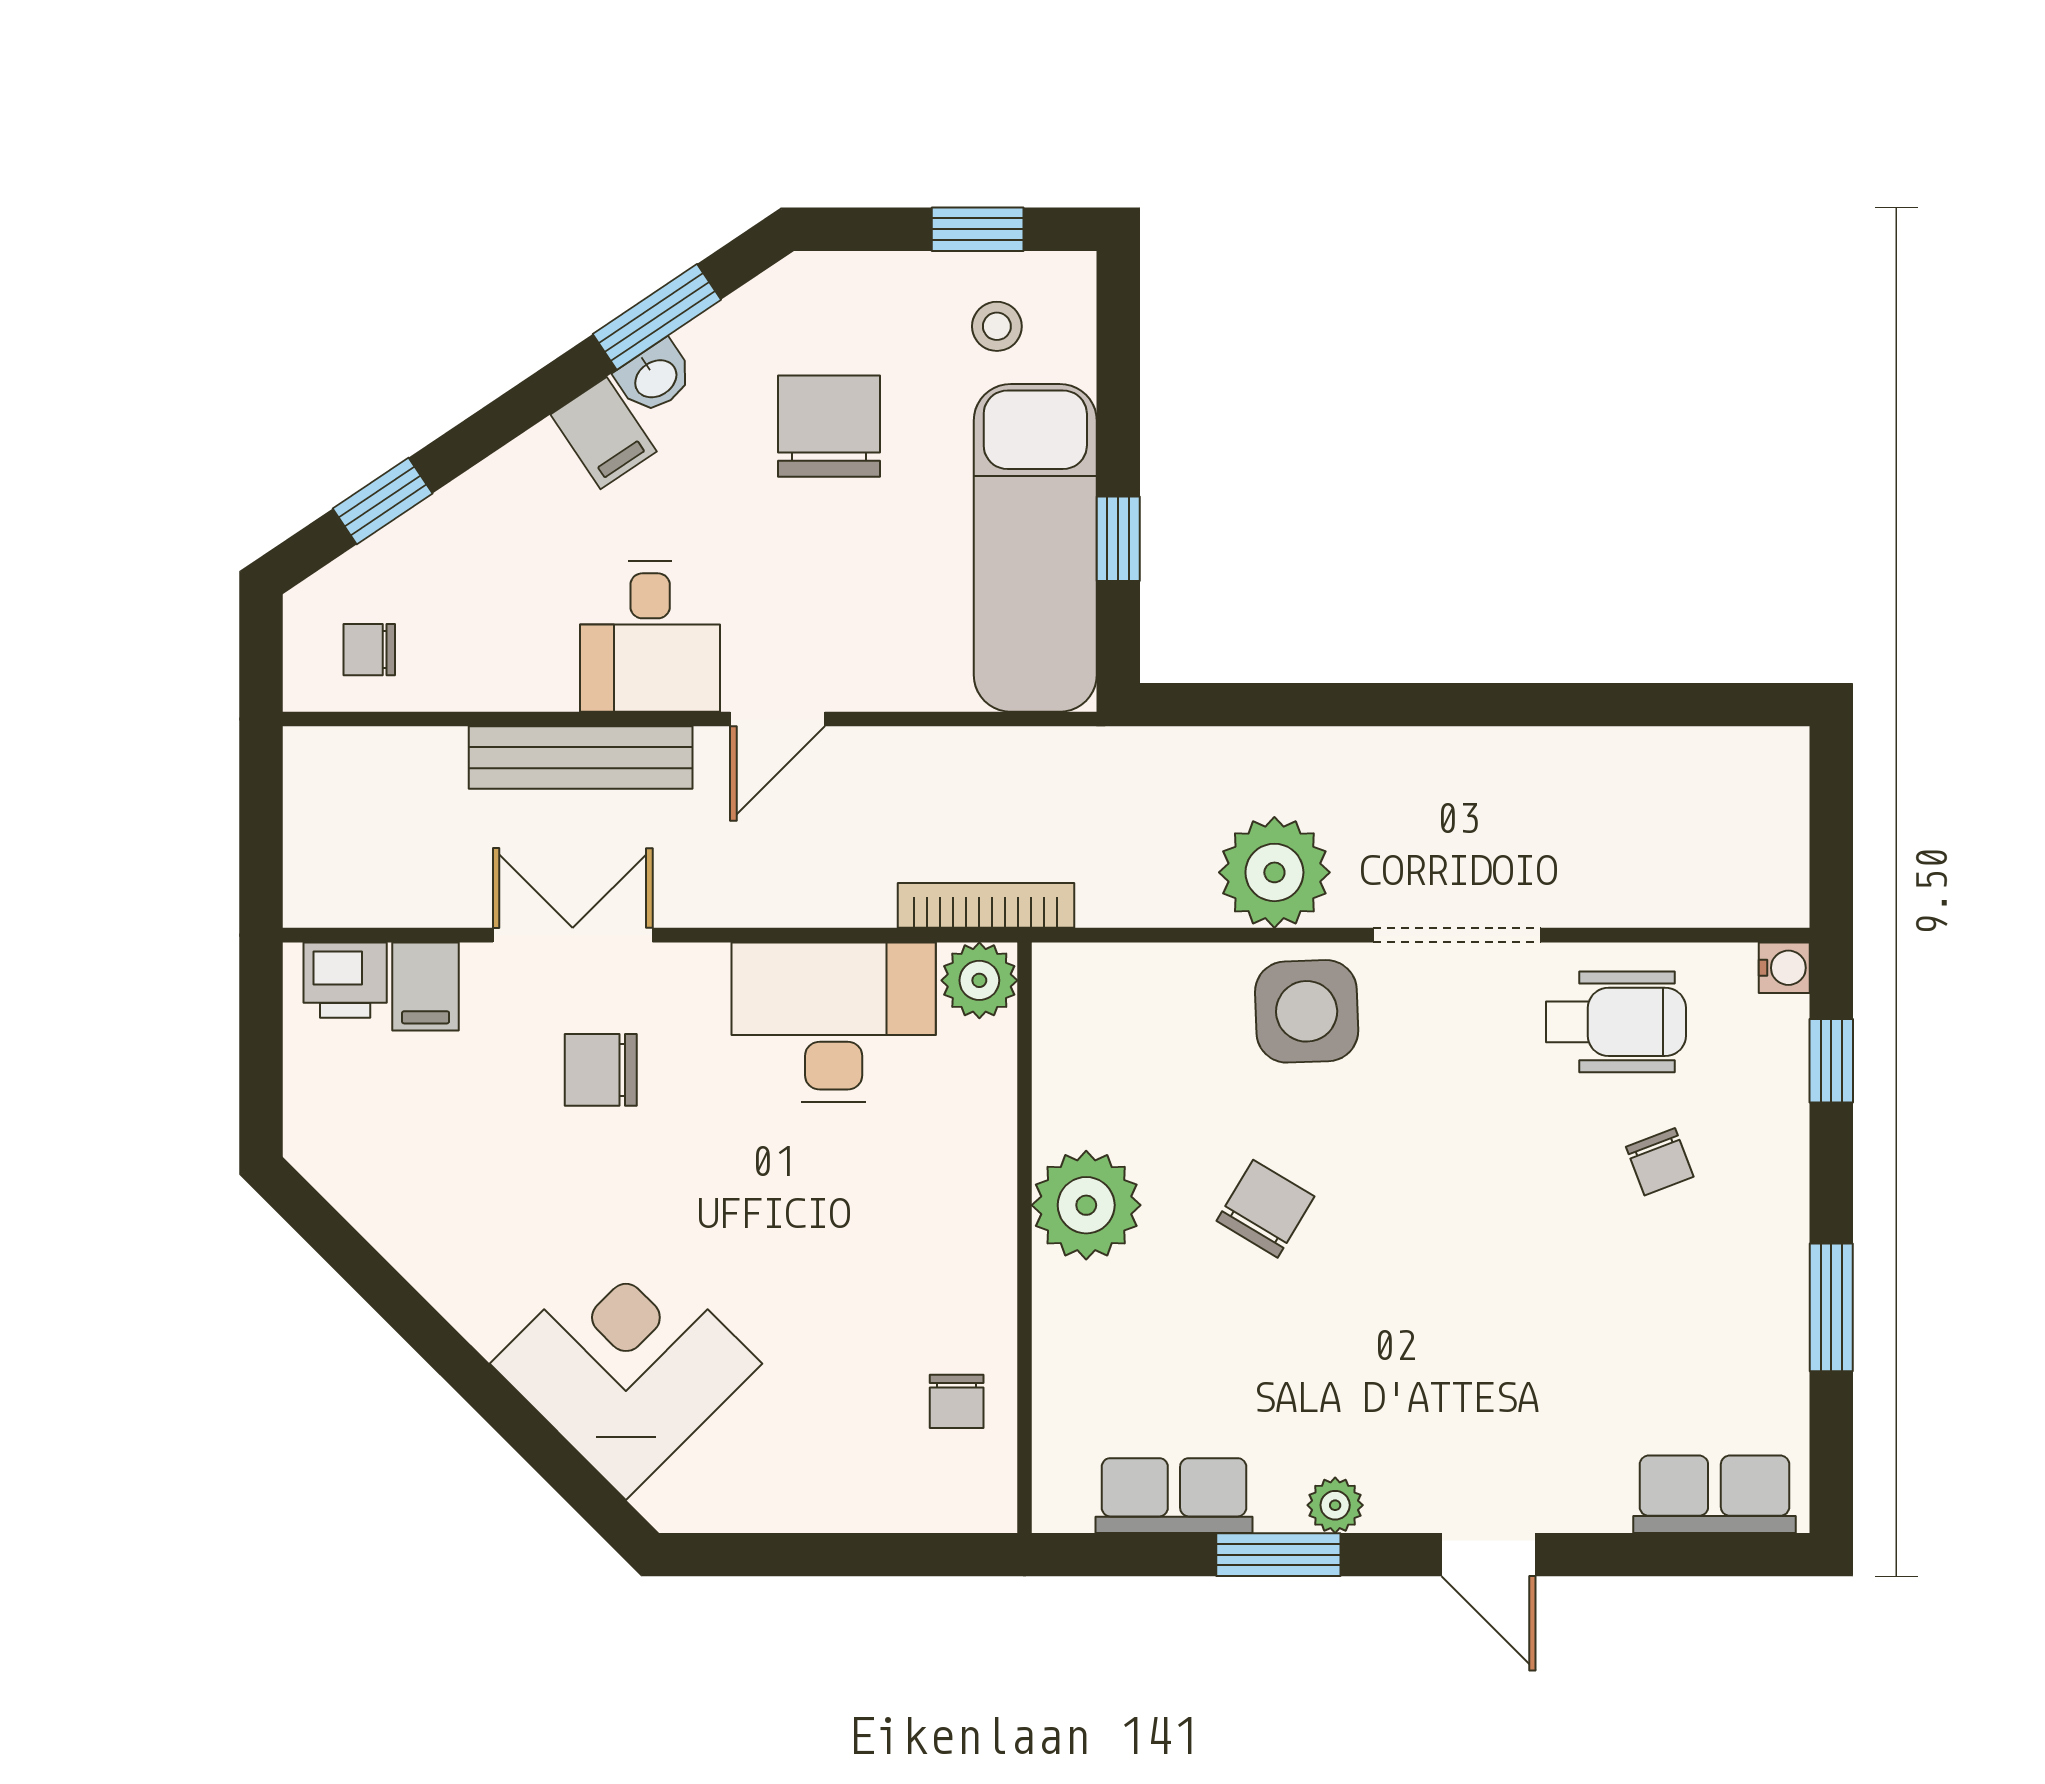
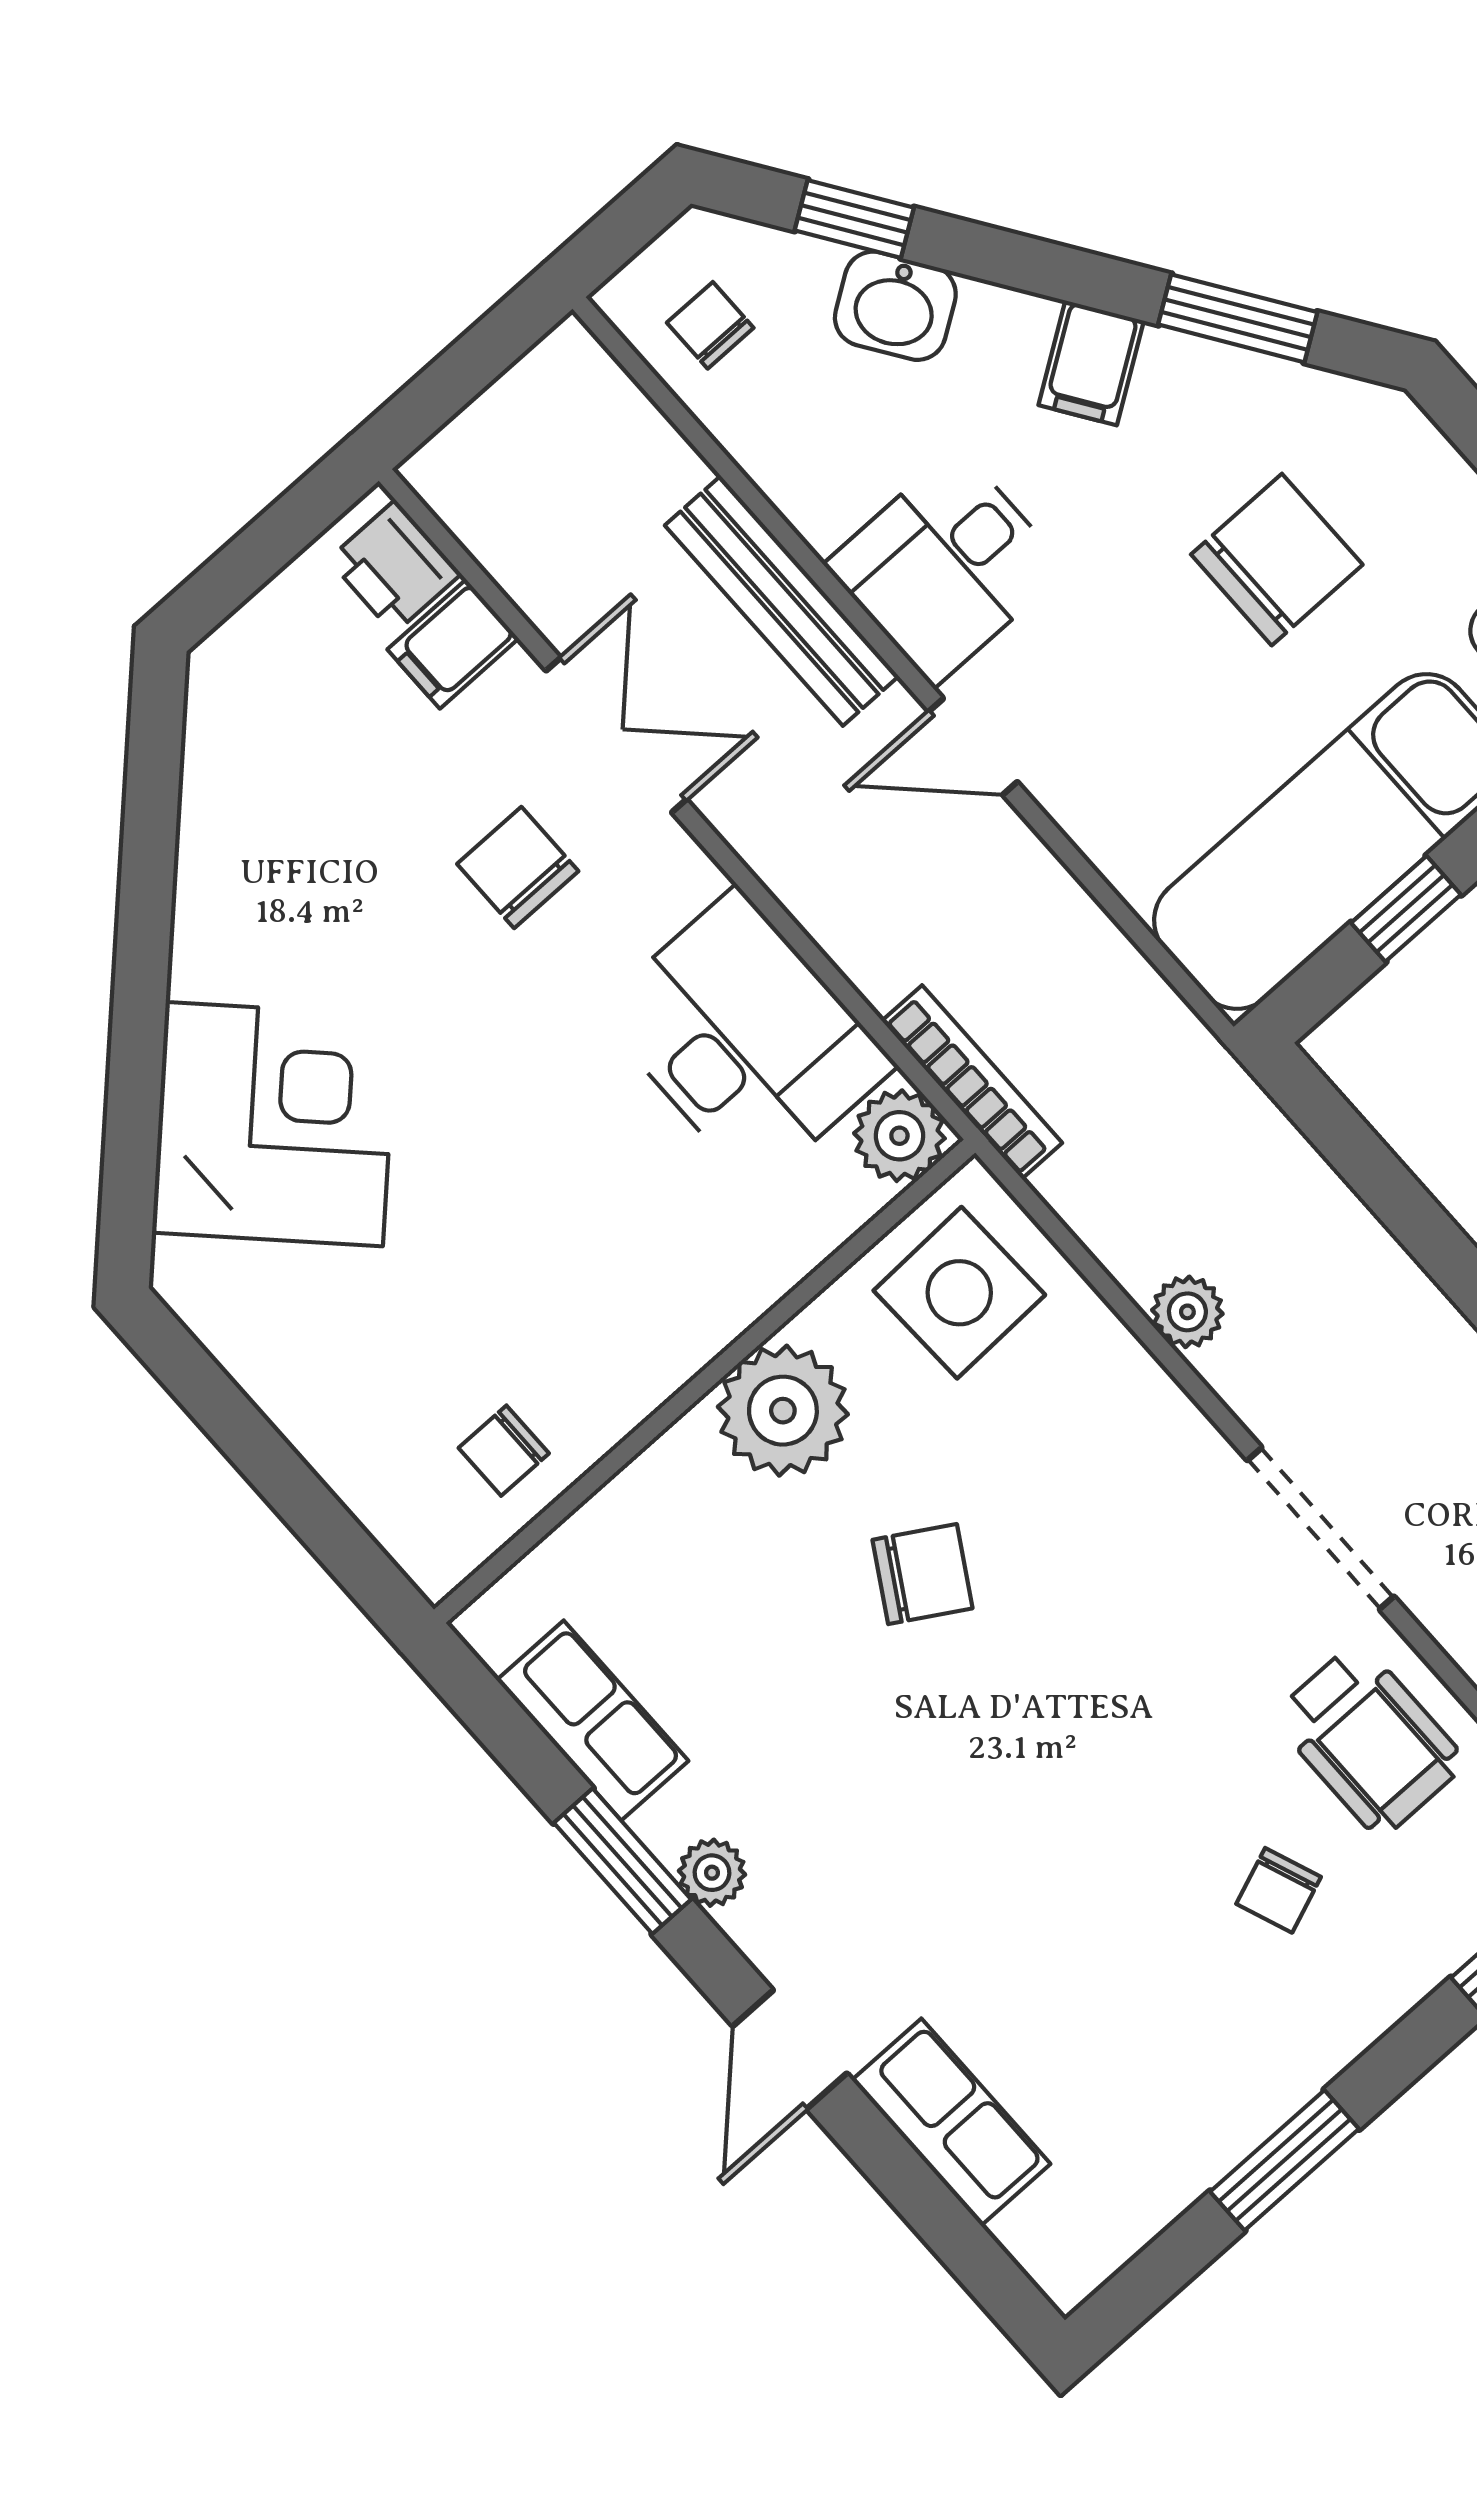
washbasin: (655, 377) -> (895, 306), moved, width x1.38, depth x1.45
plant: (1274, 872) -> (1187, 1312), width x0.53, depth x0.53
side table: (1307, 1011) -> (959, 1293), moved
row of seats: (1714, 1494) -> (951, 2122), moved

